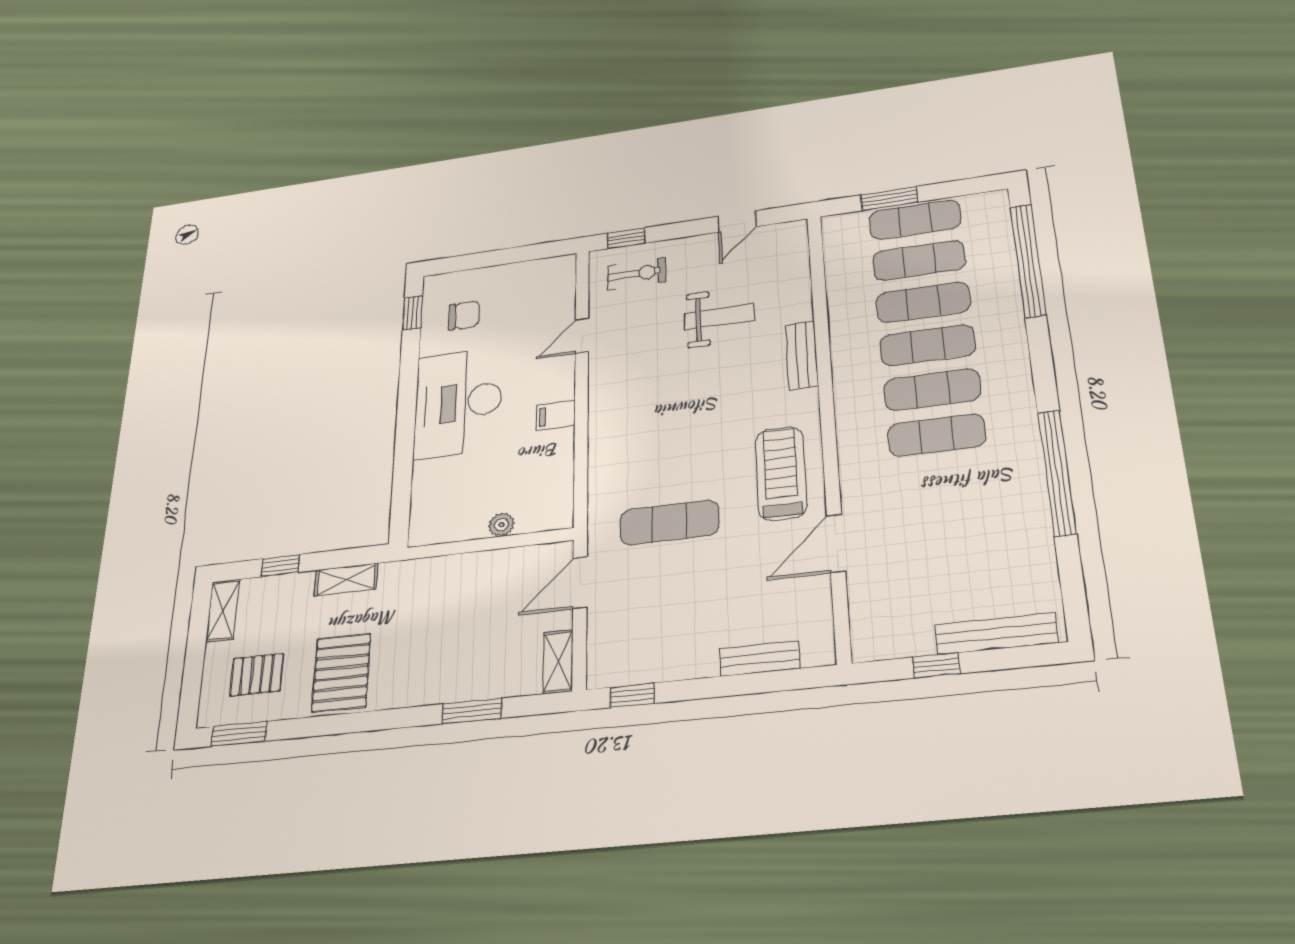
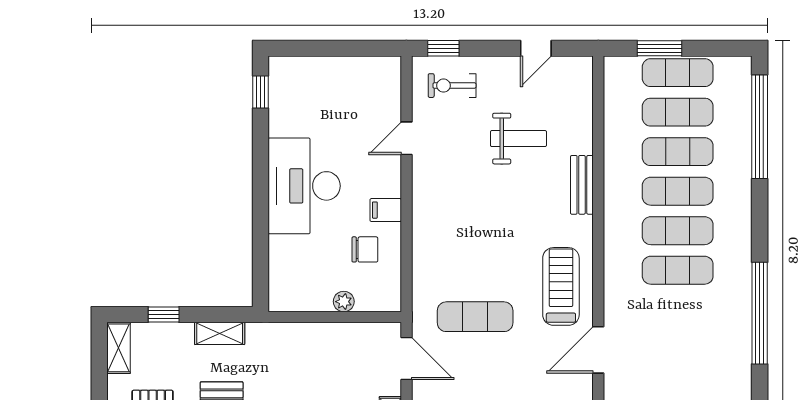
exercise bike: (637, 274) -> (452, 86), turned 180
chair: (464, 315) -> (365, 249), moved
door: (580, 583) -> (406, 359), swing flipped

